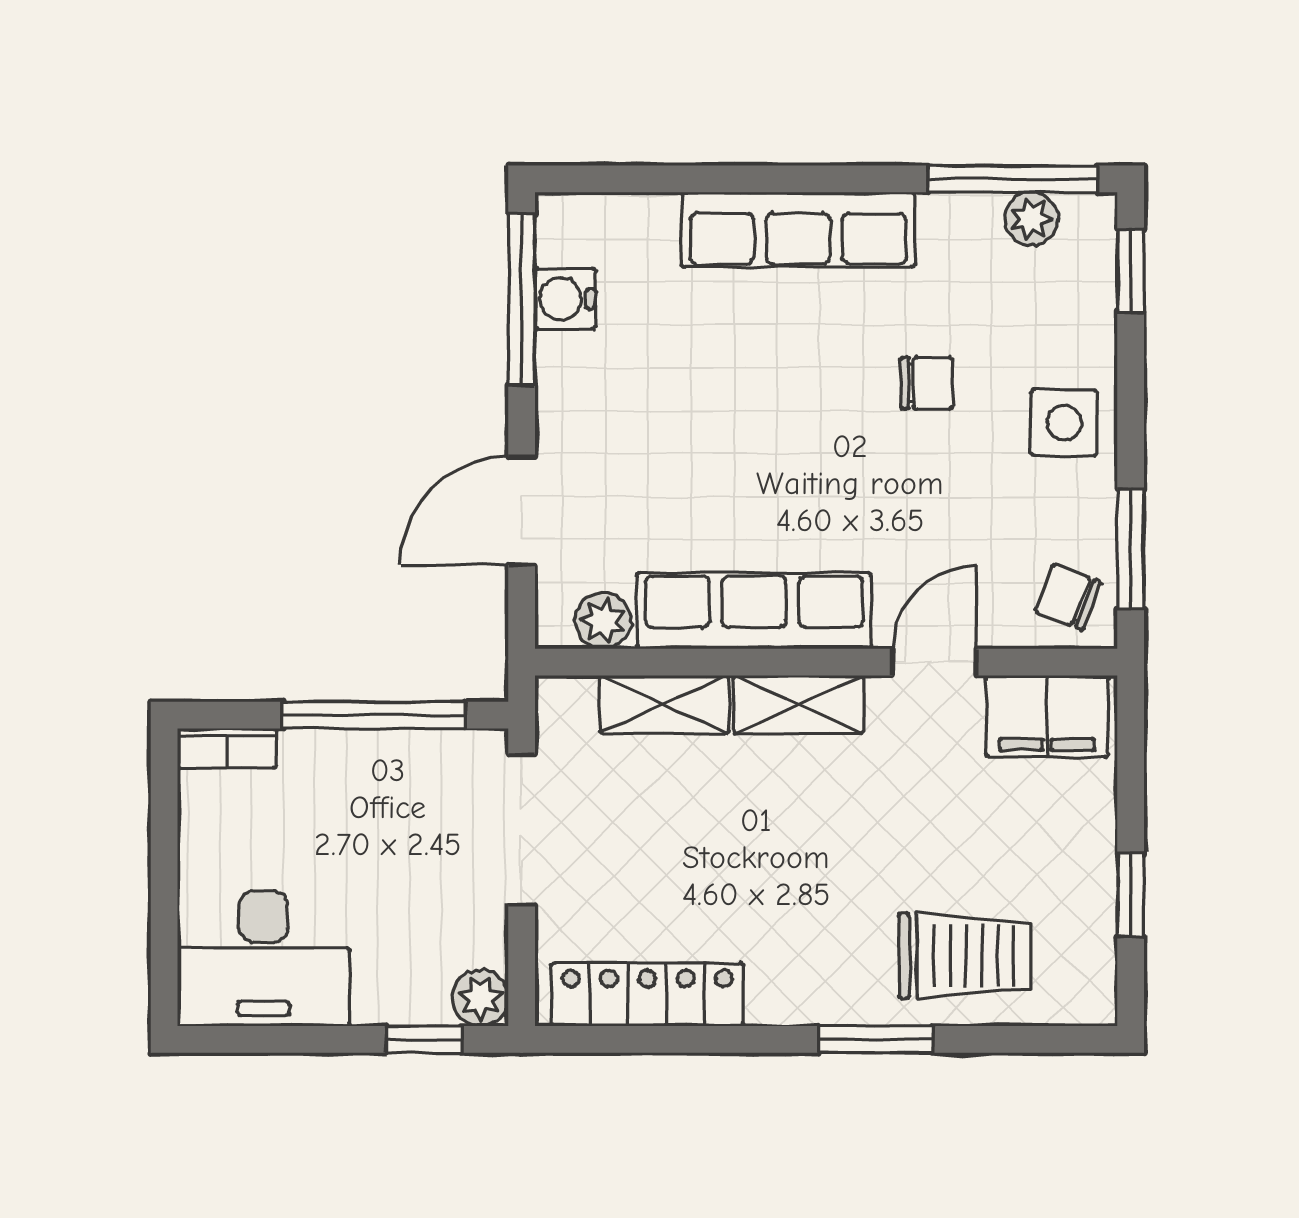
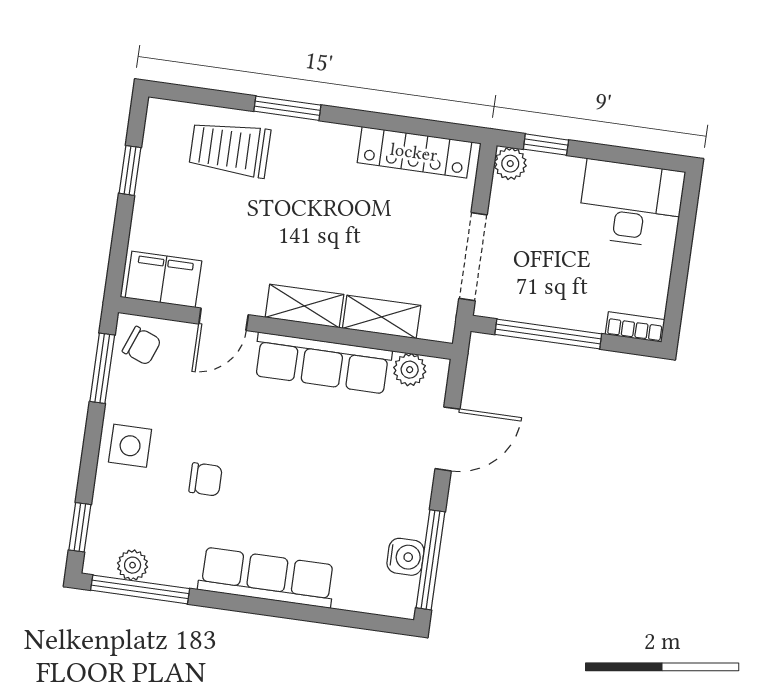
chair: (927, 383) -> (206, 479), turned 180

